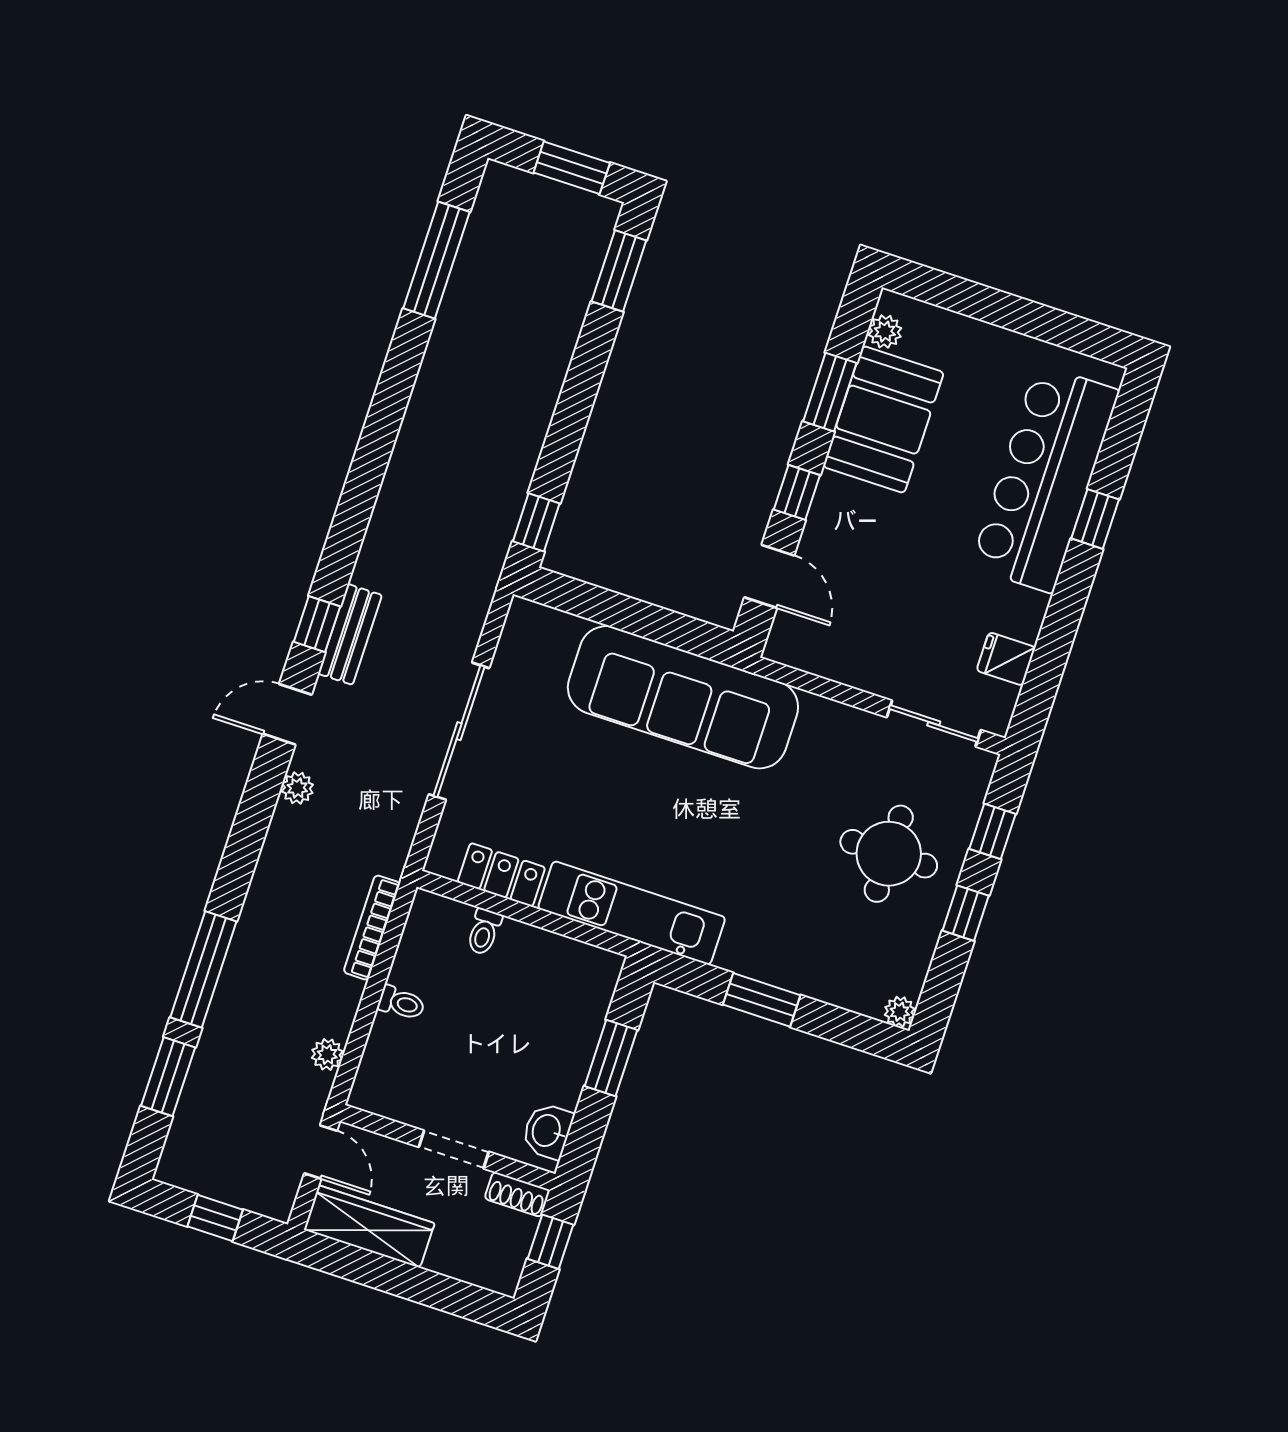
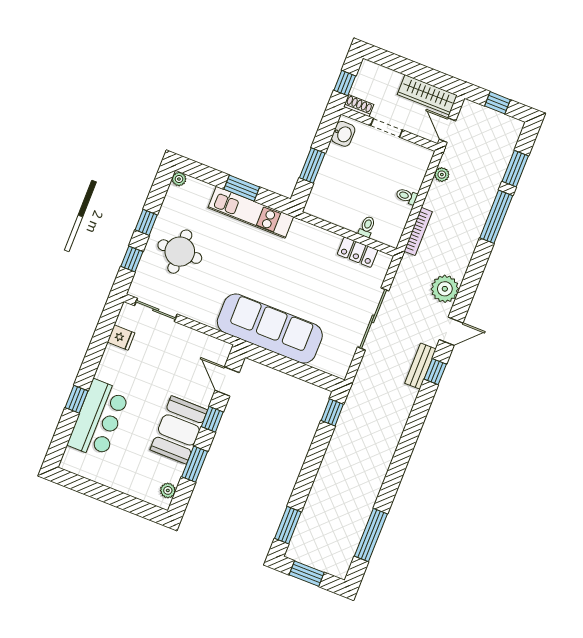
booth: (883, 420) -> (179, 430), moved
bar counter: (1045, 479) -> (98, 419), width x0.73
plant: (297, 788) -> (445, 289), width x1.88, depth x1.88
kitchen unit: (632, 913) -> (251, 212), moved

